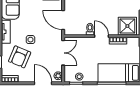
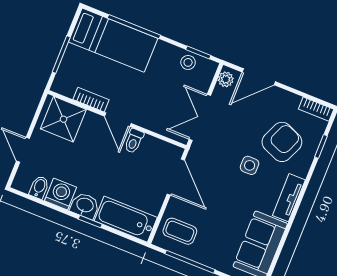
door: (43, 83) -> (259, 77), hinge flipped

